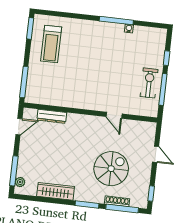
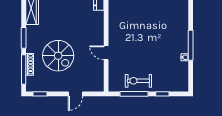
exercise bike: (149, 83) -> (138, 81), turned 180
door: (114, 115) -> (106, 53), hinge flipped

